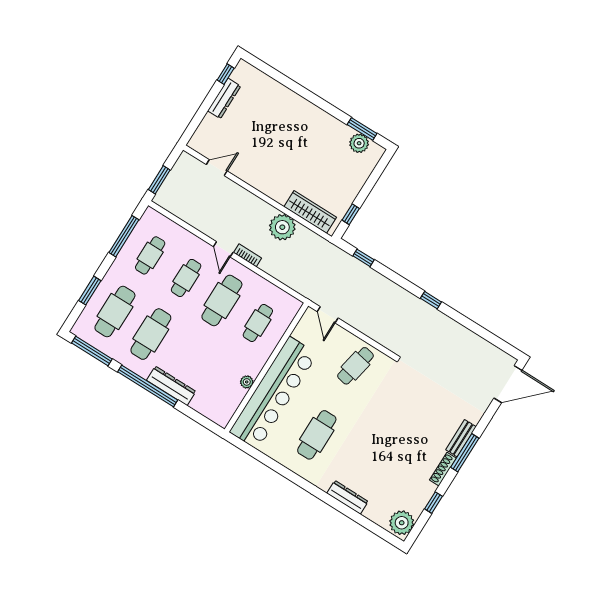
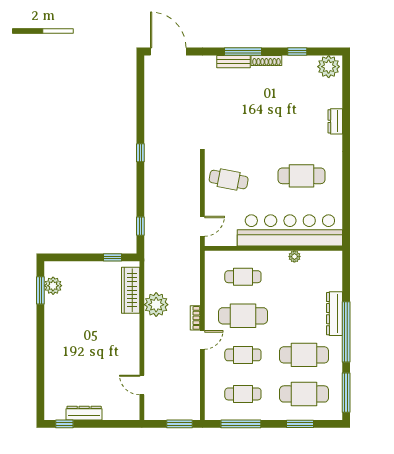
dresser: (347, 497) -> (335, 121), width x0.70

